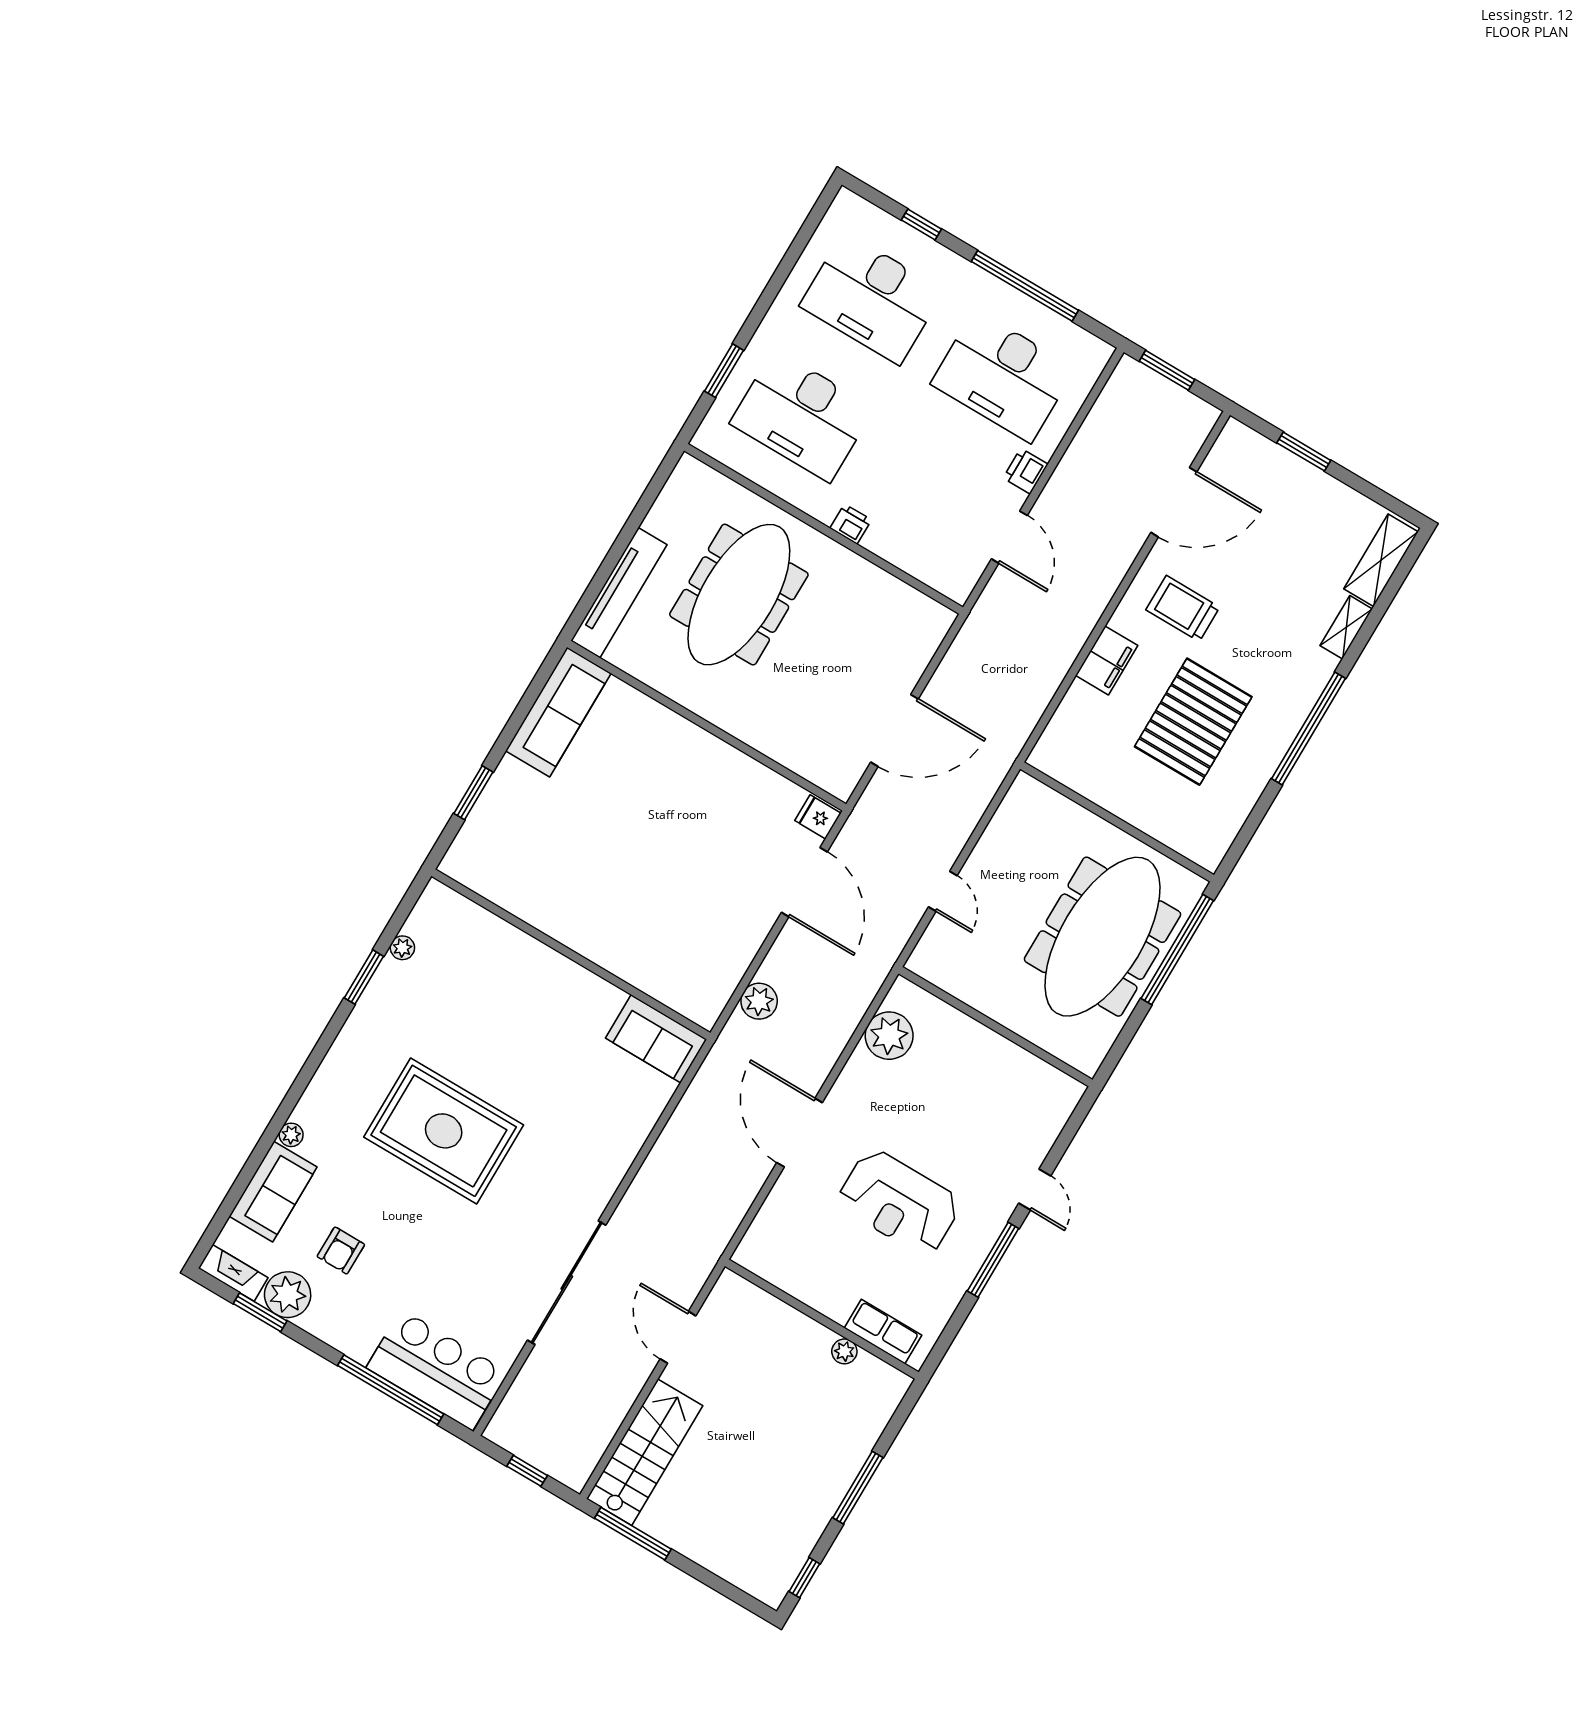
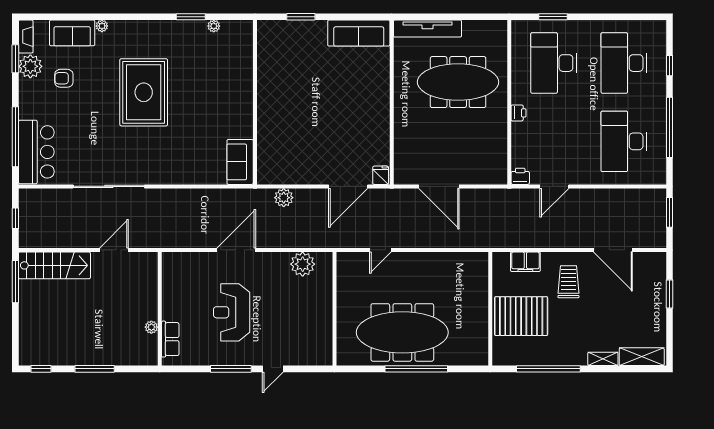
printer: (1026, 471) -> (520, 176), moved
wall: (1117, 822) -> (490, 309), moved

